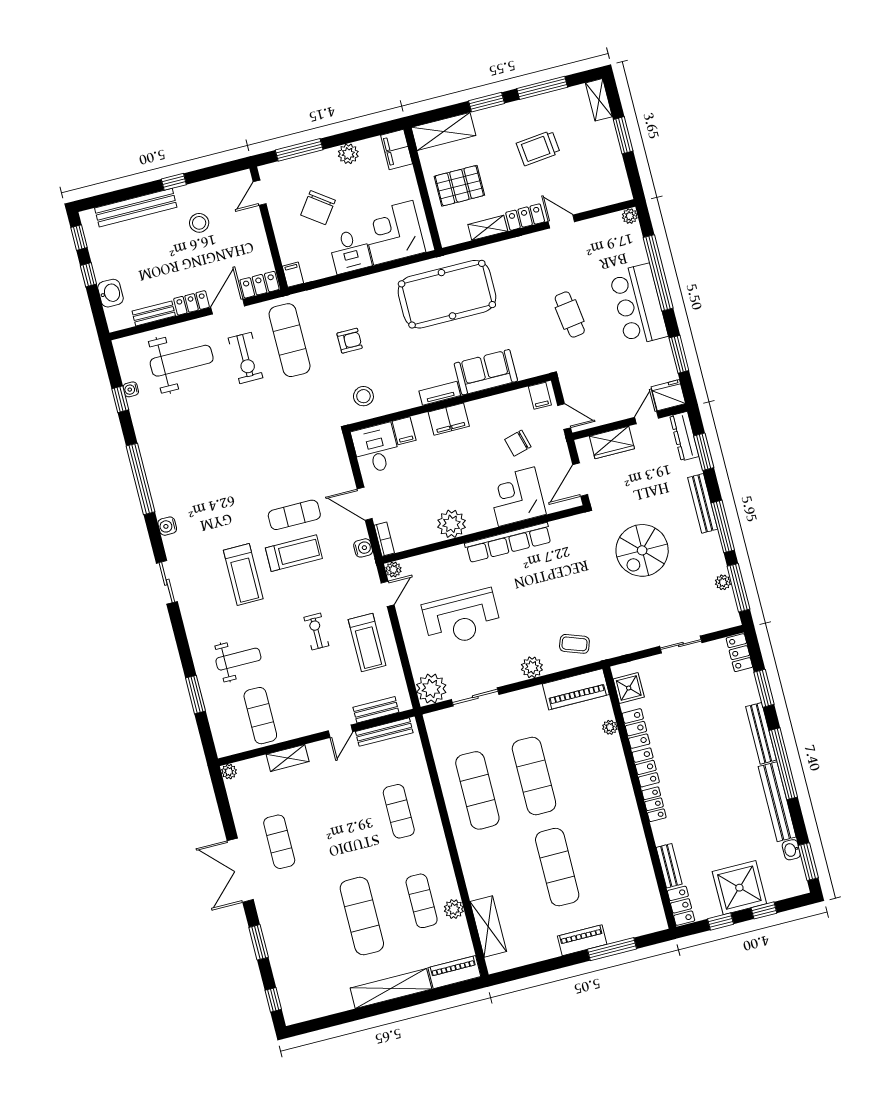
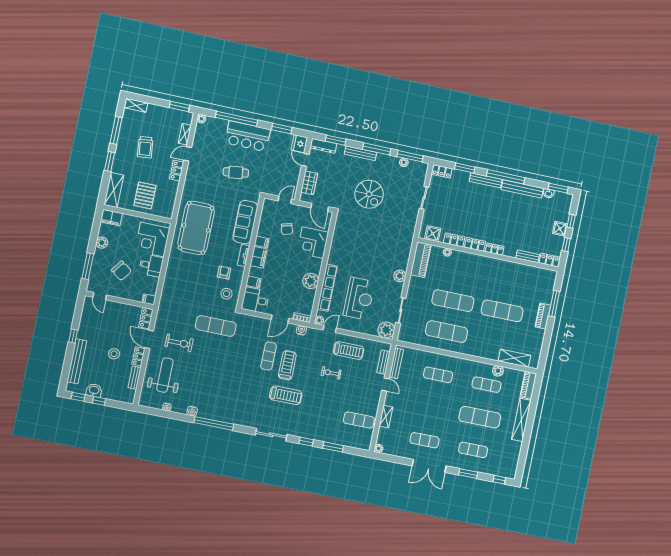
window: (623, 135) -> (179, 106), moved
stool: (199, 223) -> (114, 354), moved
shelving: (488, 228) -> (185, 134), moved
washbasin: (111, 293) -> (94, 390), moved
exercise mat: (290, 340) -> (216, 326), moved
armchair: (350, 341) -> (224, 273), moved
sofa: (486, 372) -> (245, 222), width x1.36
filing cabinet: (540, 396) -> (262, 242), moved
window: (120, 399) -> (306, 442), moved
water cooler: (167, 526) -> (192, 411), moved
row of seats: (508, 543) -> (327, 288), moved
sliding door: (167, 582) -> (271, 435), width x1.37
door: (388, 594) -> (330, 329), hinge flipped
coffee table: (574, 644) -> (399, 250), removed
weight bench: (238, 659) -> (326, 418), removed
shower: (739, 888) -> (560, 229), width x0.54, depth x0.54
exercise mat: (302, 931) -> (473, 450), added

